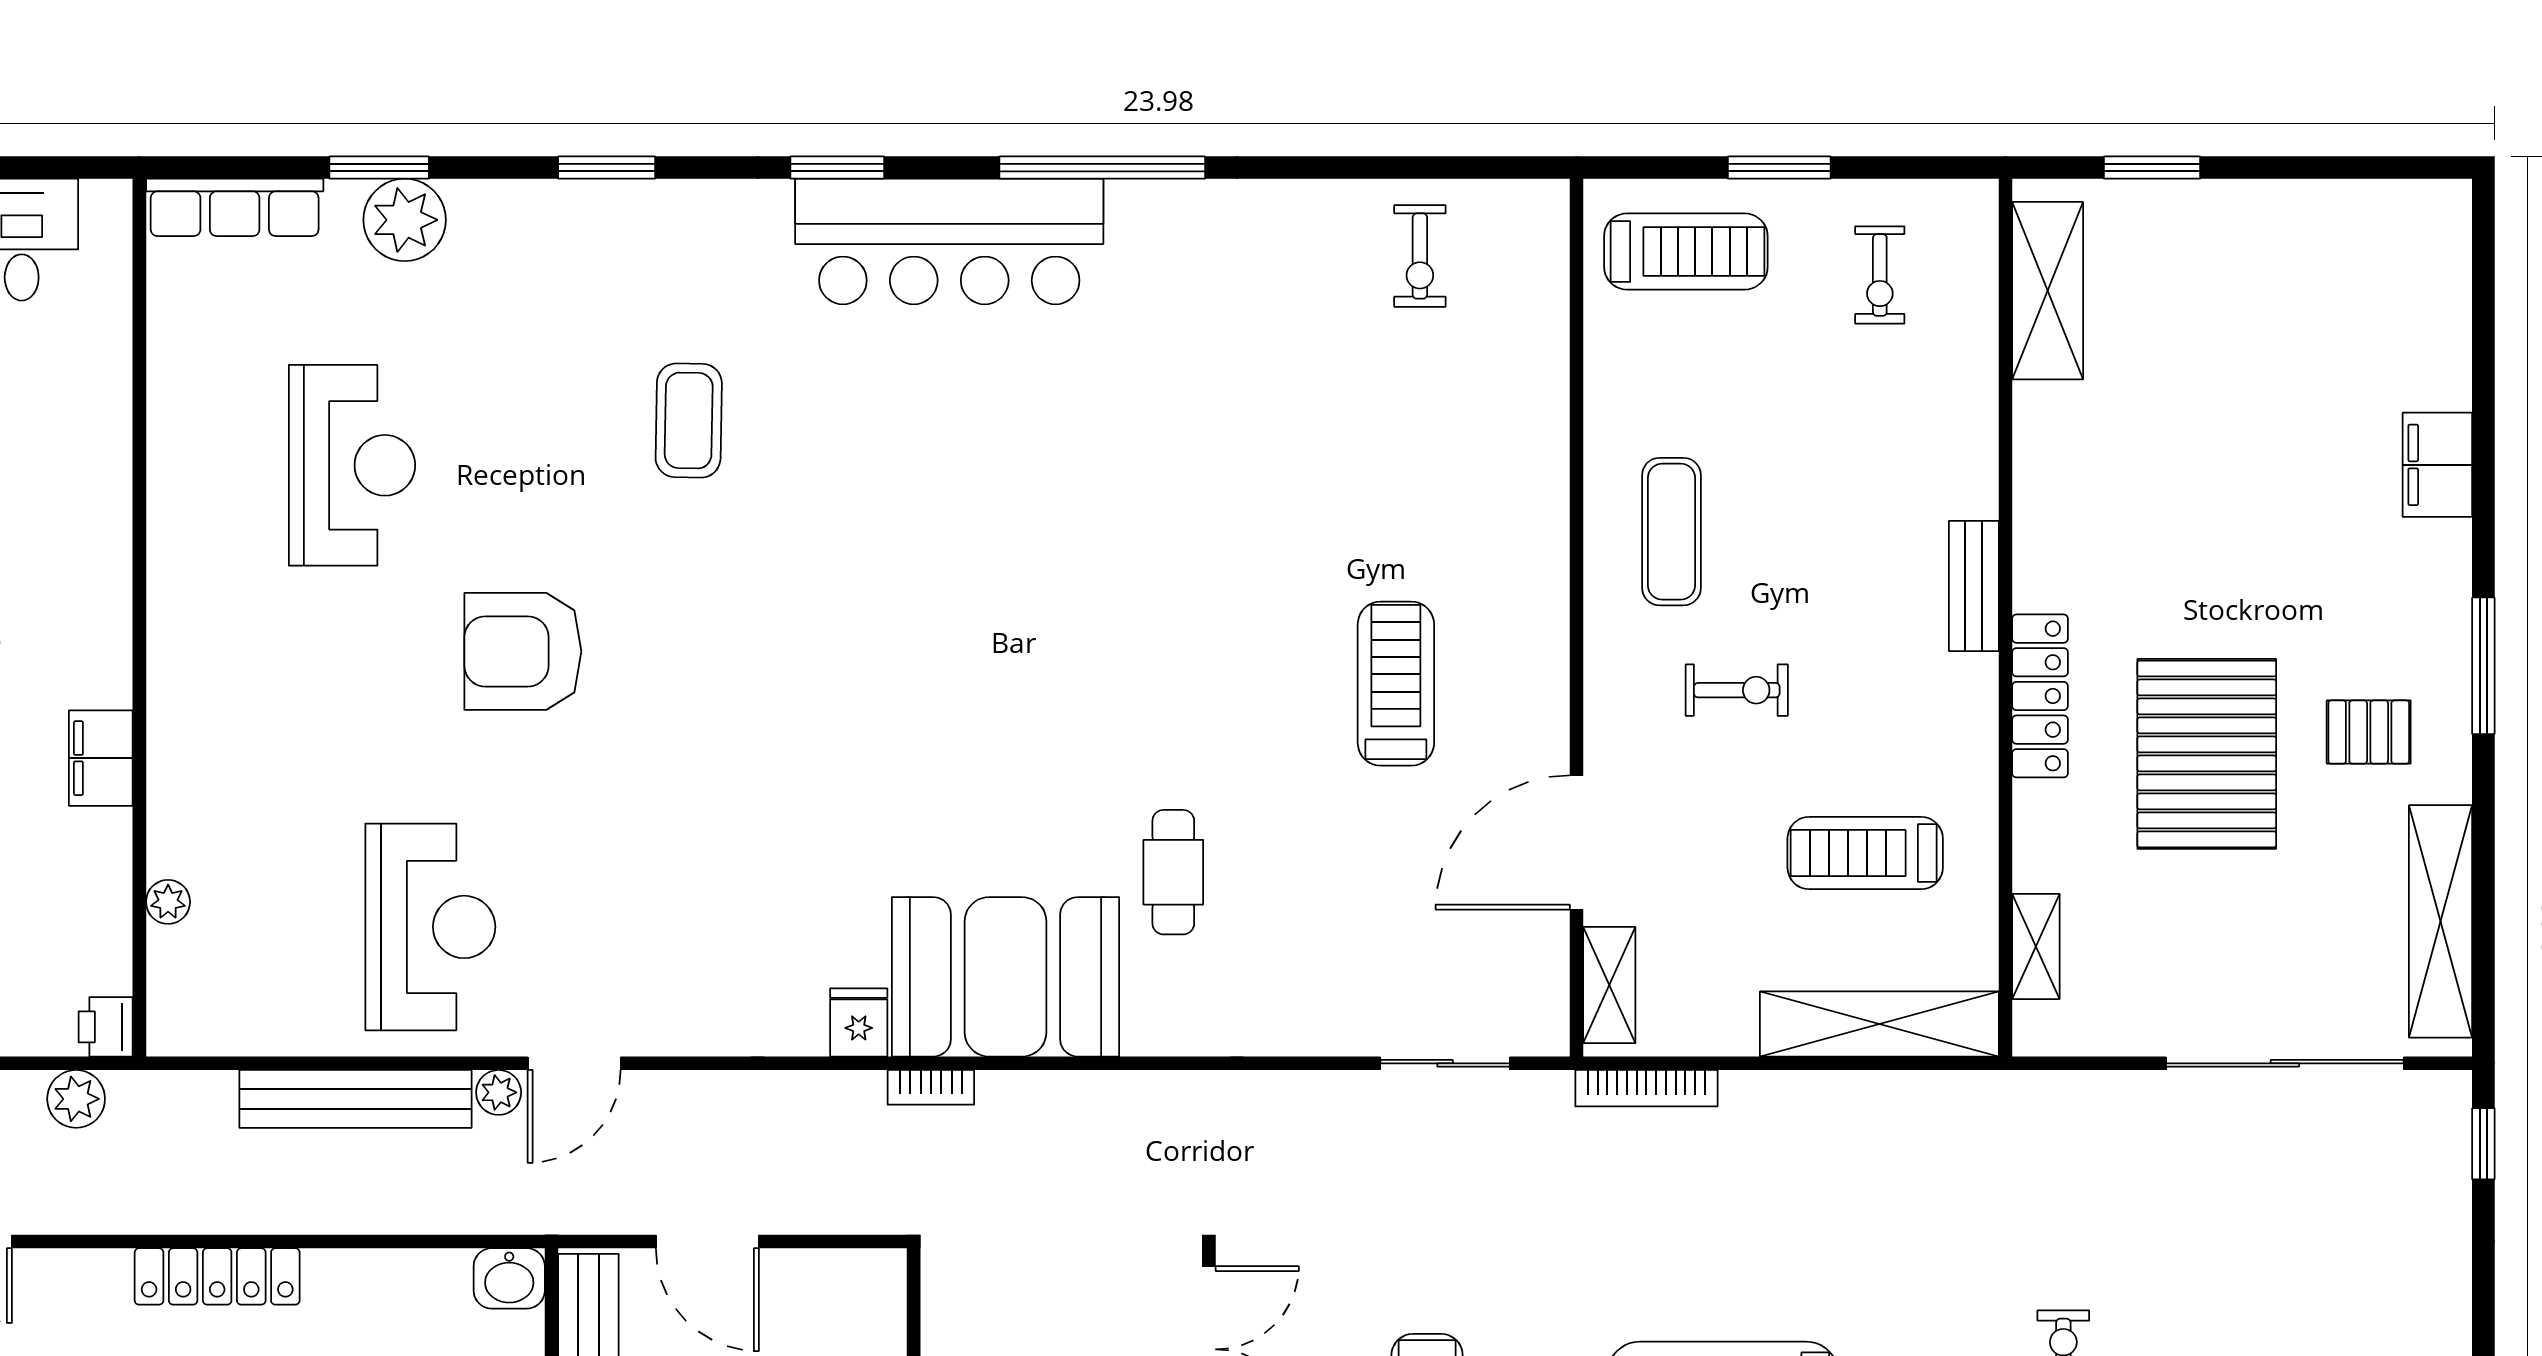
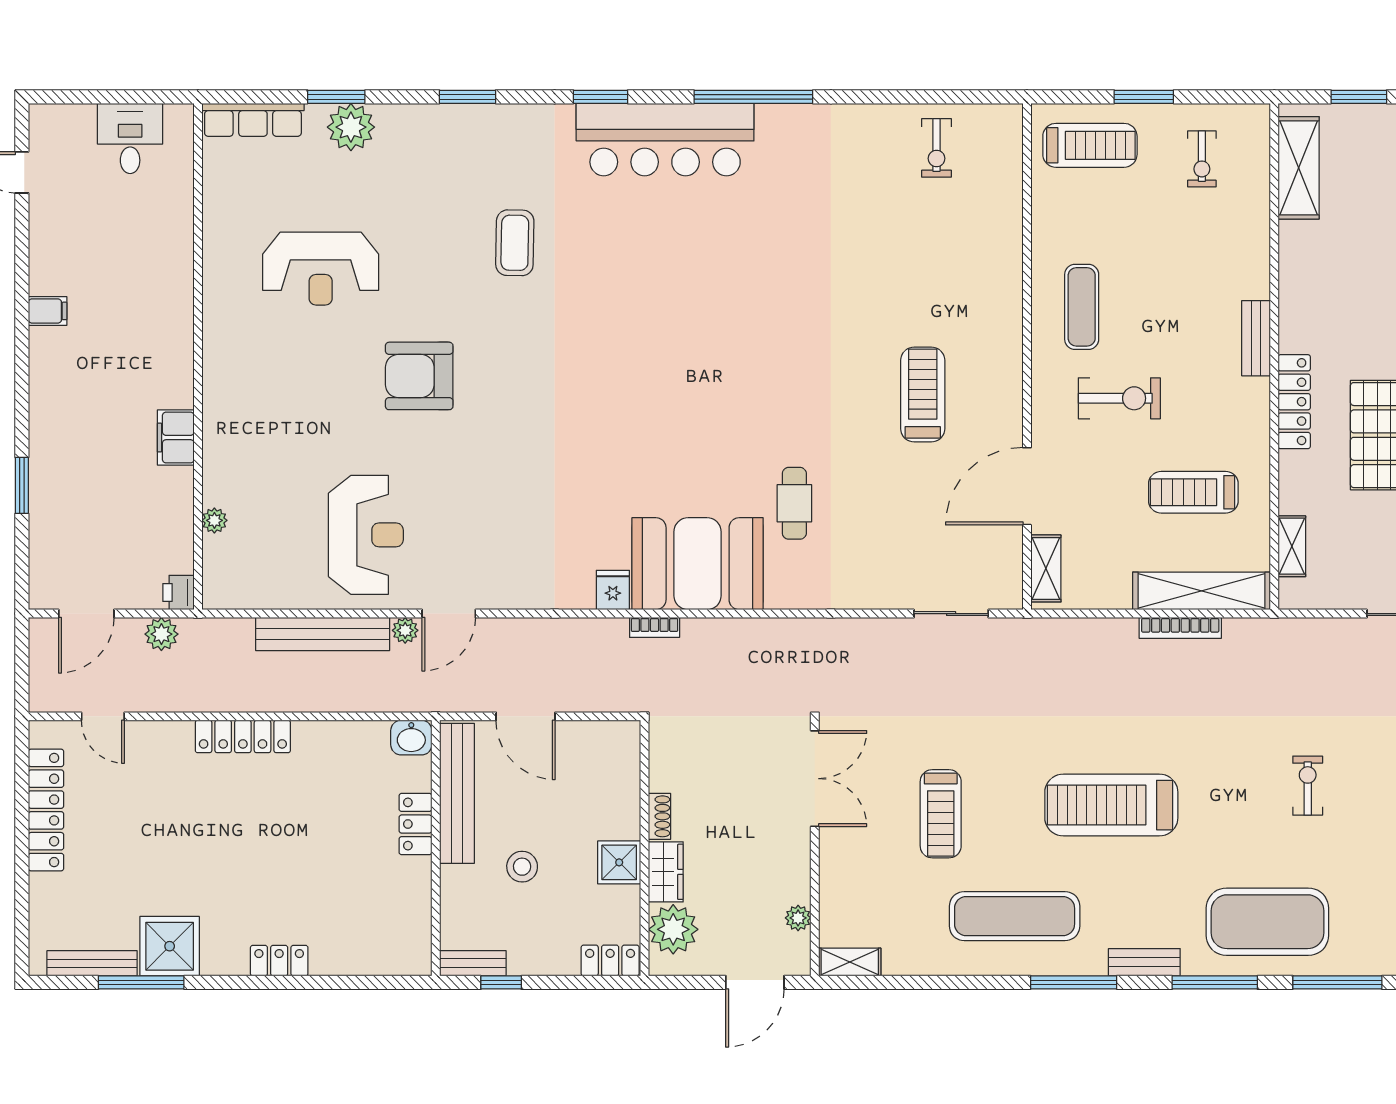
reception desk: (352, 465) -> (321, 269), turned 90
exercise bike: (1737, 690) -> (1119, 398), width x1.38, depth x1.39
bookcase: (1646, 1088) -> (1180, 628), moved

